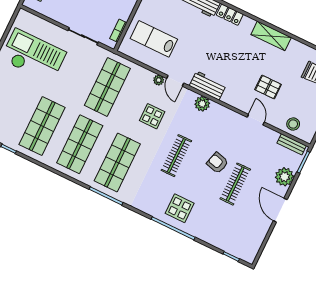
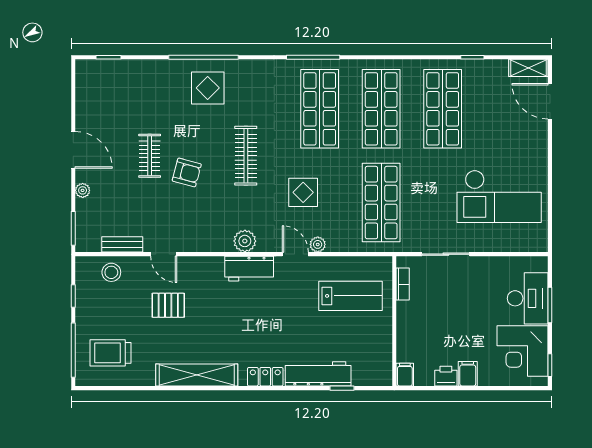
shelving: (271, 36) -> (197, 375), width x1.47
bench: (292, 144) -> (122, 244), moved
plant: (284, 177) -> (83, 190), width x0.53, depth x0.53
clothes rail: (235, 184) -> (150, 156), width x0.73

